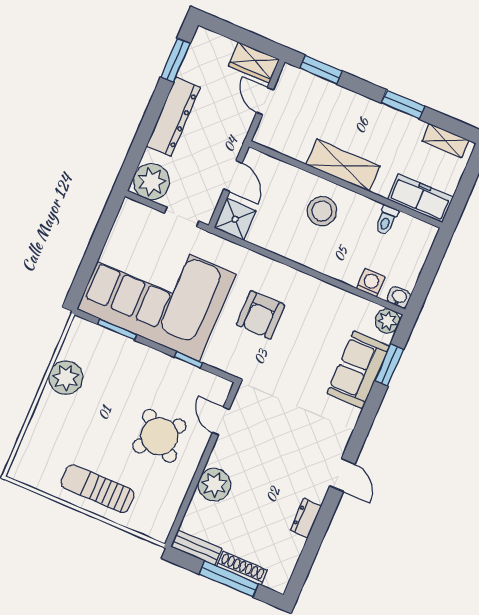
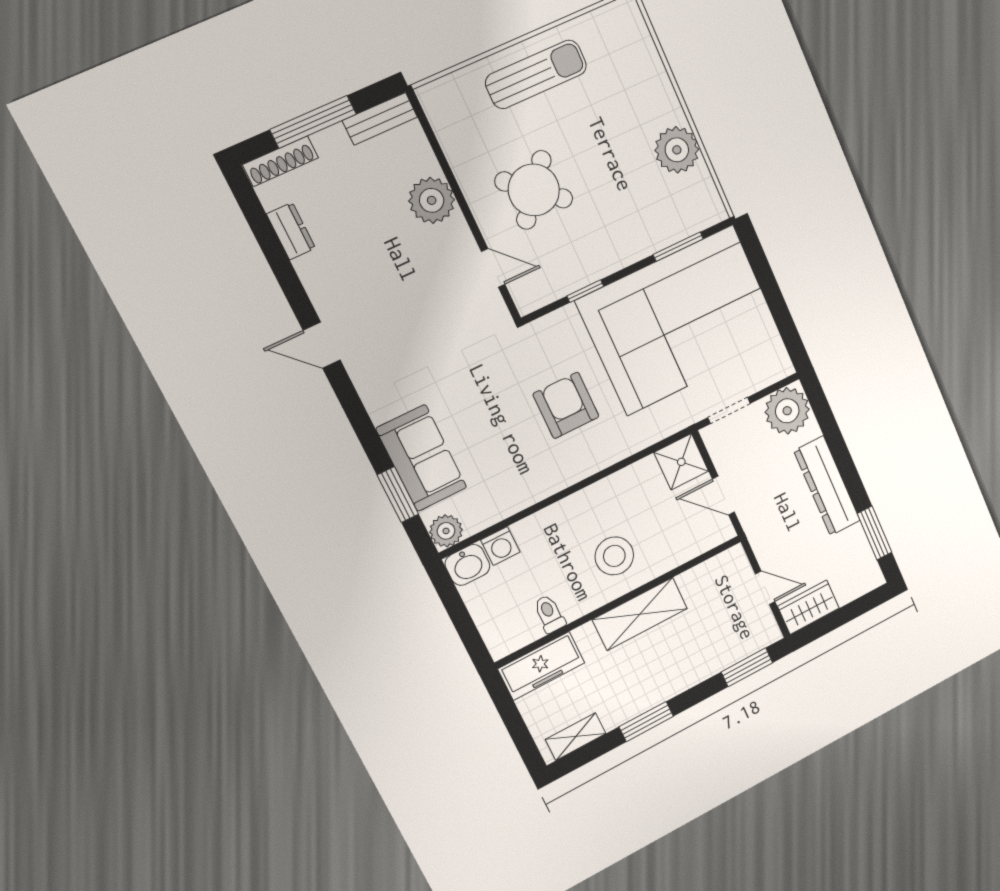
washbasin: (399, 297) -> (467, 565), width x1.38, depth x1.45
dresser: (306, 518) -> (291, 231), moved
shoe rack: (242, 568) -> (280, 161), moved

